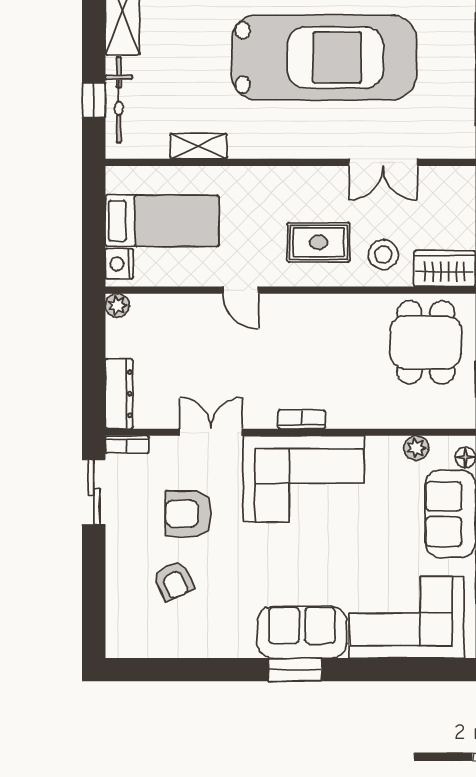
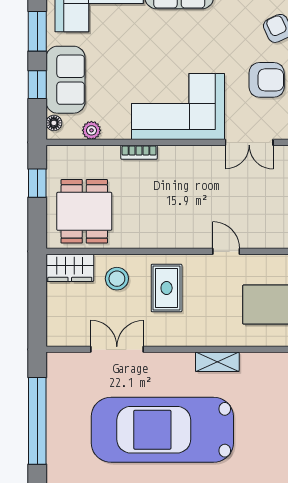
shelving: (199, 146) -> (217, 362), moved
rug: (319, 242) -> (167, 288), turned 90
bookcase: (302, 419) -> (139, 152), moved

